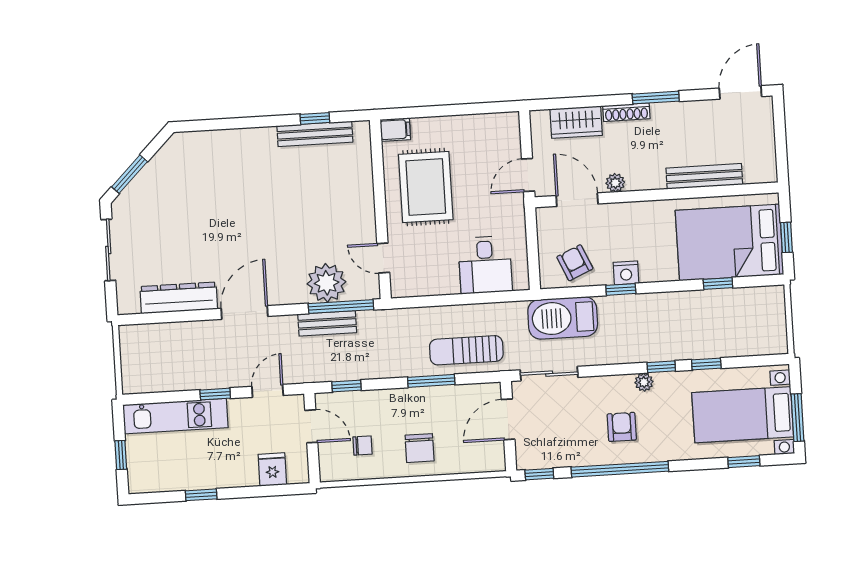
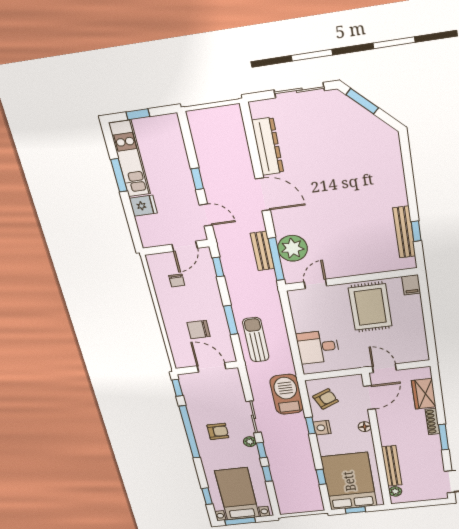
plant: (615, 183) -> (395, 491), moved
rug: (426, 187) -> (370, 307), turned 90
floor lamp: (629, 211) -> (365, 427), added
sliding door: (549, 374) -> (254, 417), moved
kitchen unit: (175, 416) -> (130, 159), moved, turned 180
chair: (420, 448) -> (199, 329), moved
fridge: (272, 469) -> (143, 206), moved
window: (201, 495) -> (119, 175), width x1.50

